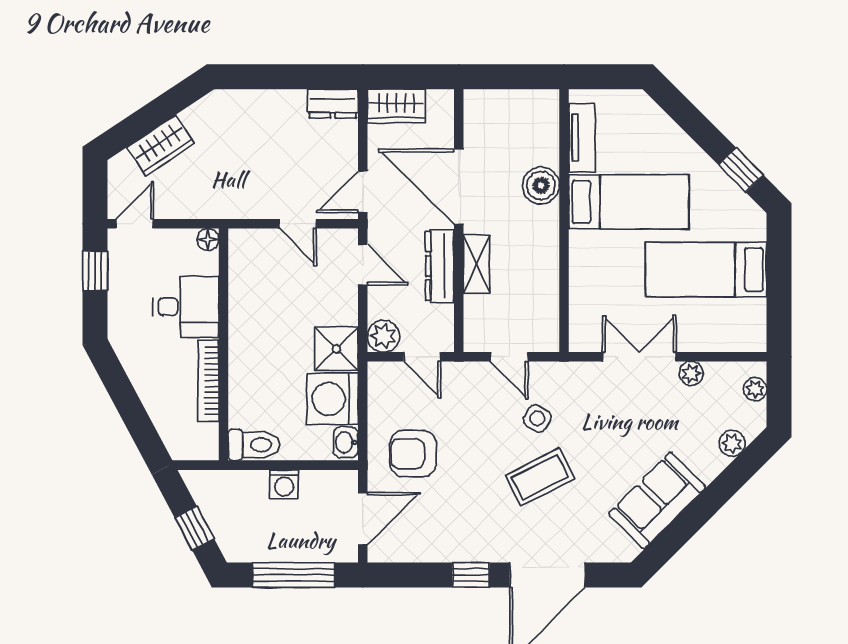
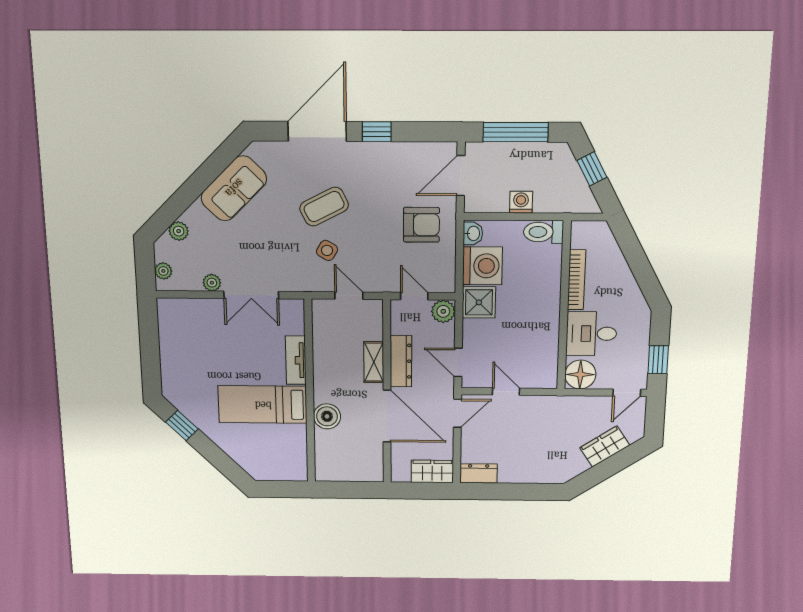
tv unit: (582, 138) -> (296, 360), moved
floor lamp: (208, 239) -> (580, 374), width x1.89, depth x1.89
bed: (706, 270) -> (204, 357), removed

